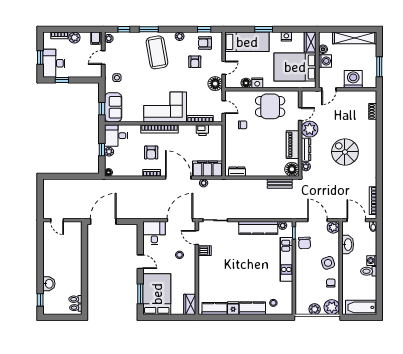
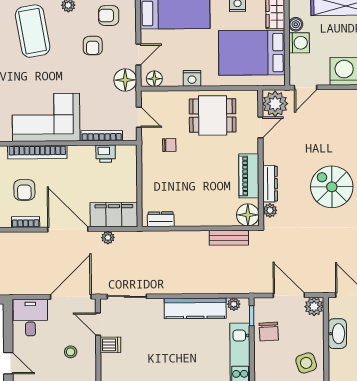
floor lamp: (246, 83) -> (154, 79), moved
plant: (310, 129) -> (275, 104), moved

